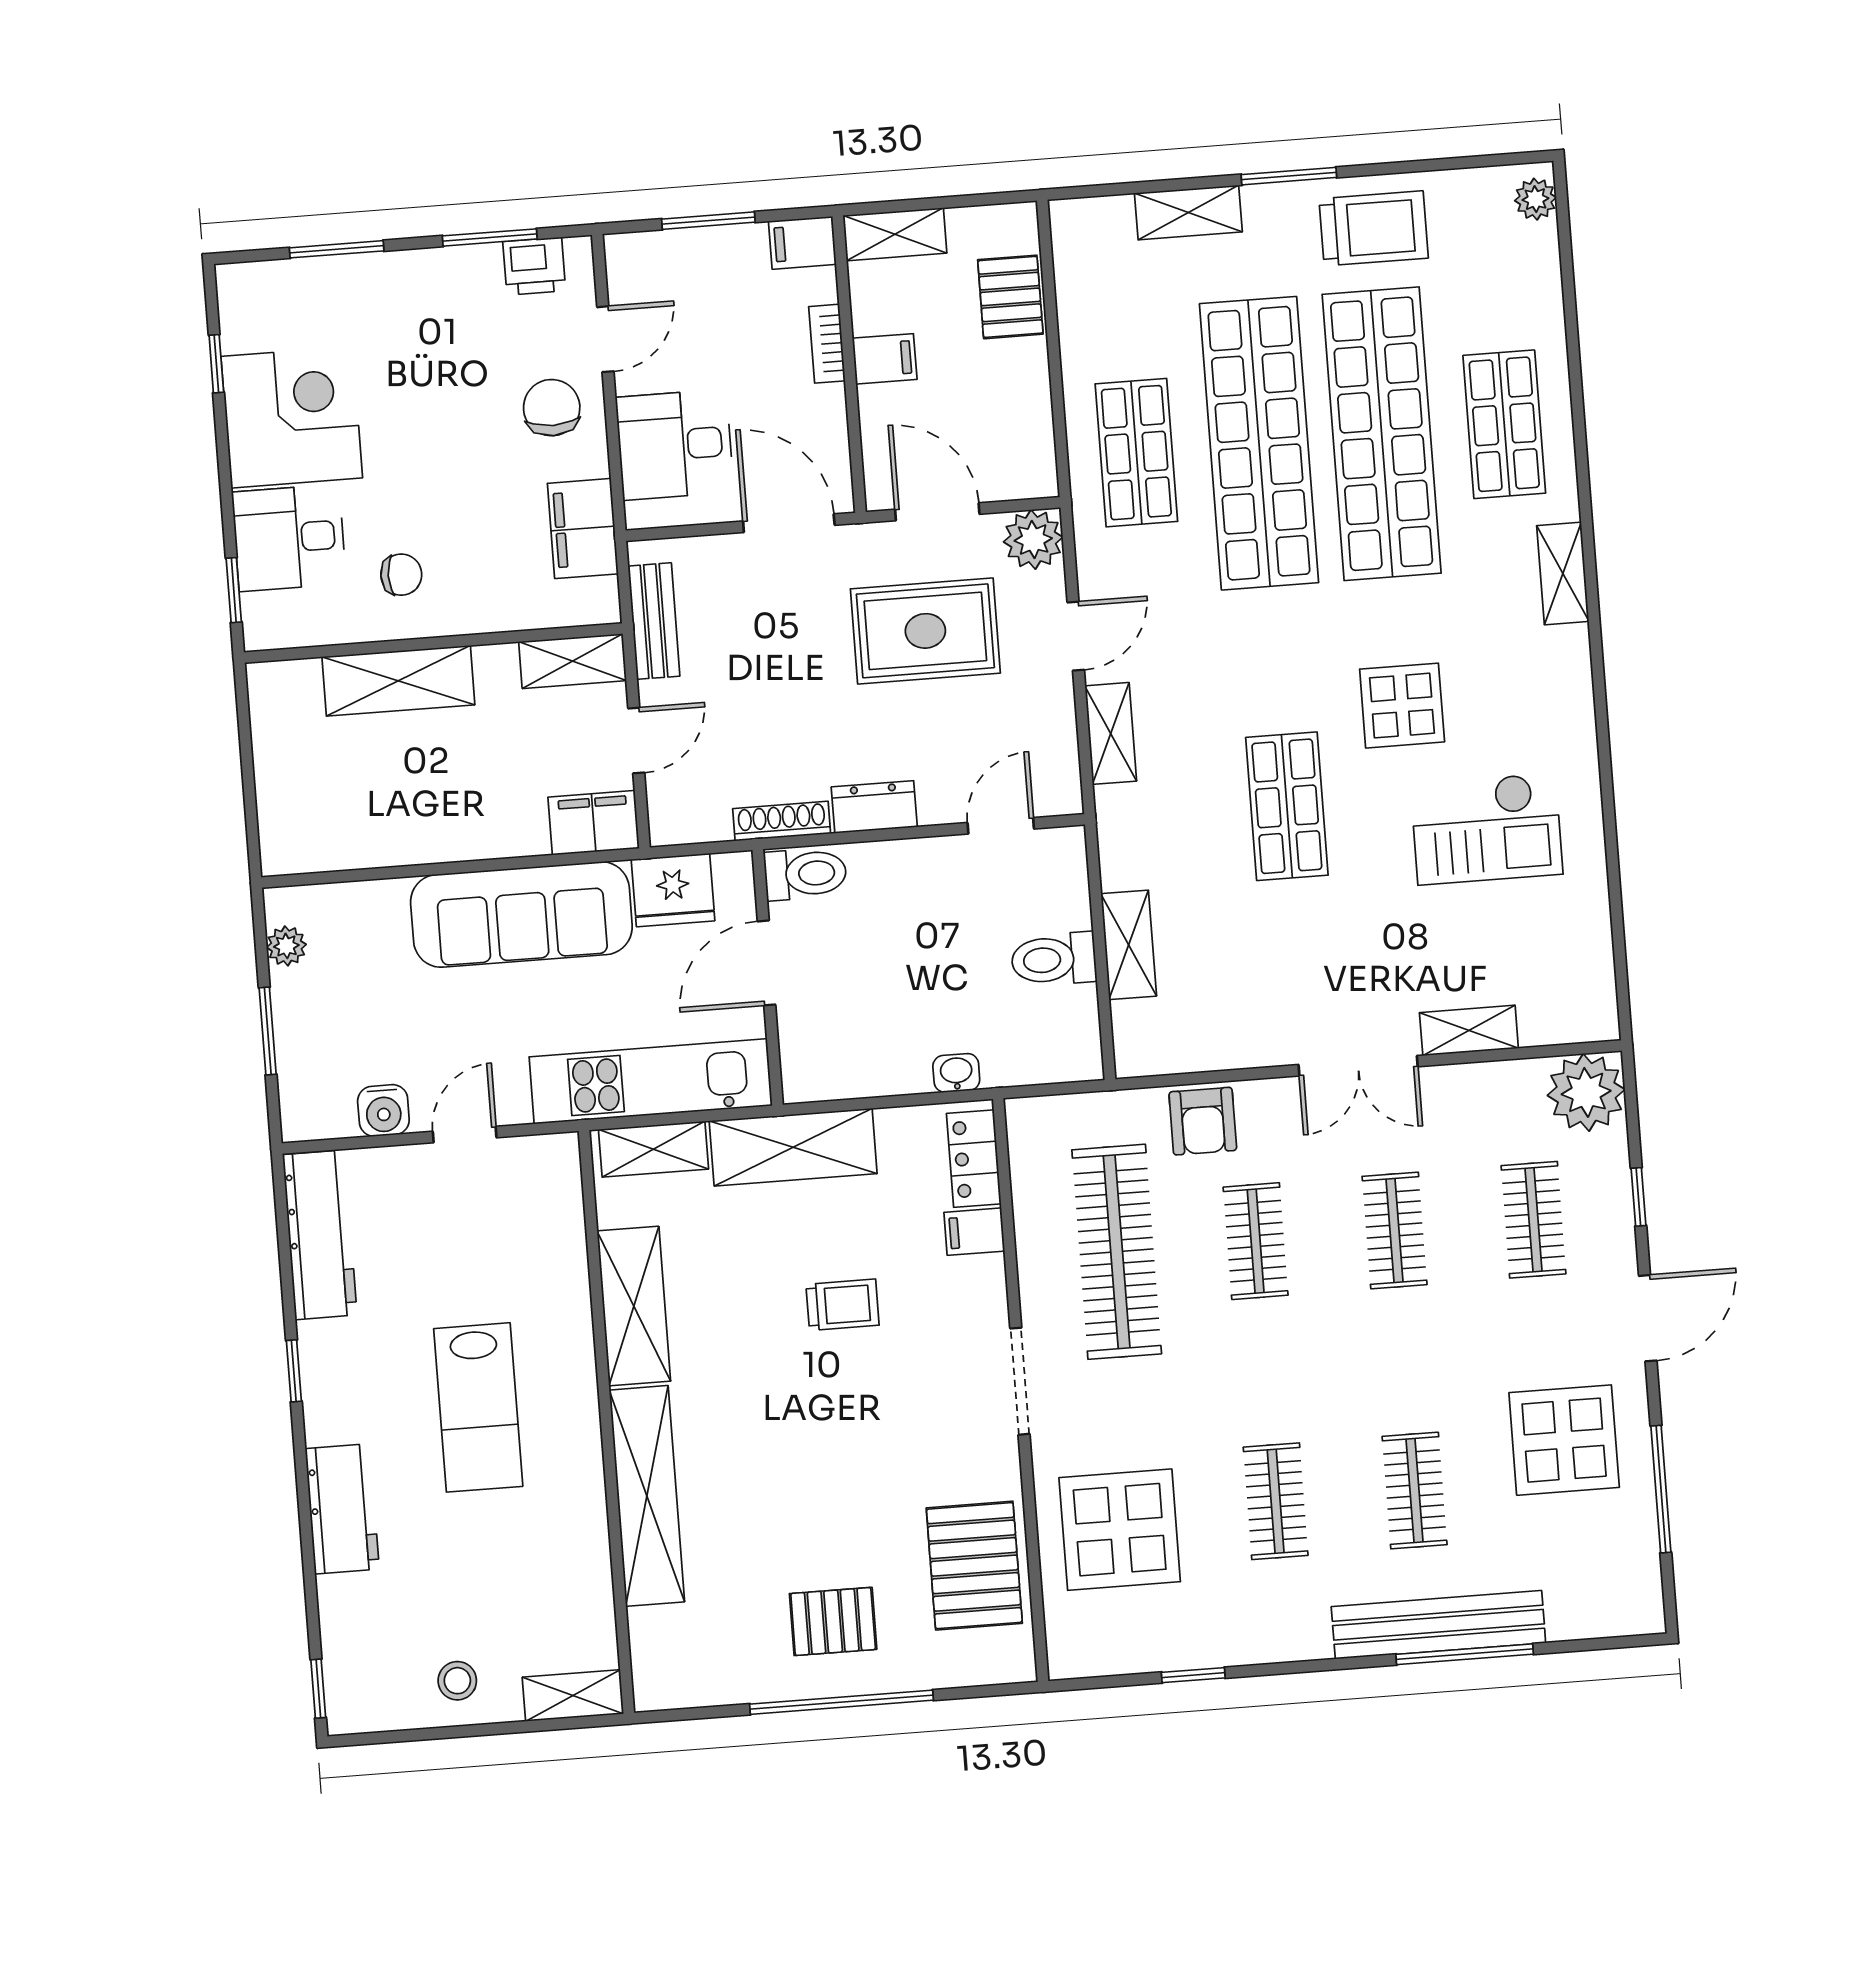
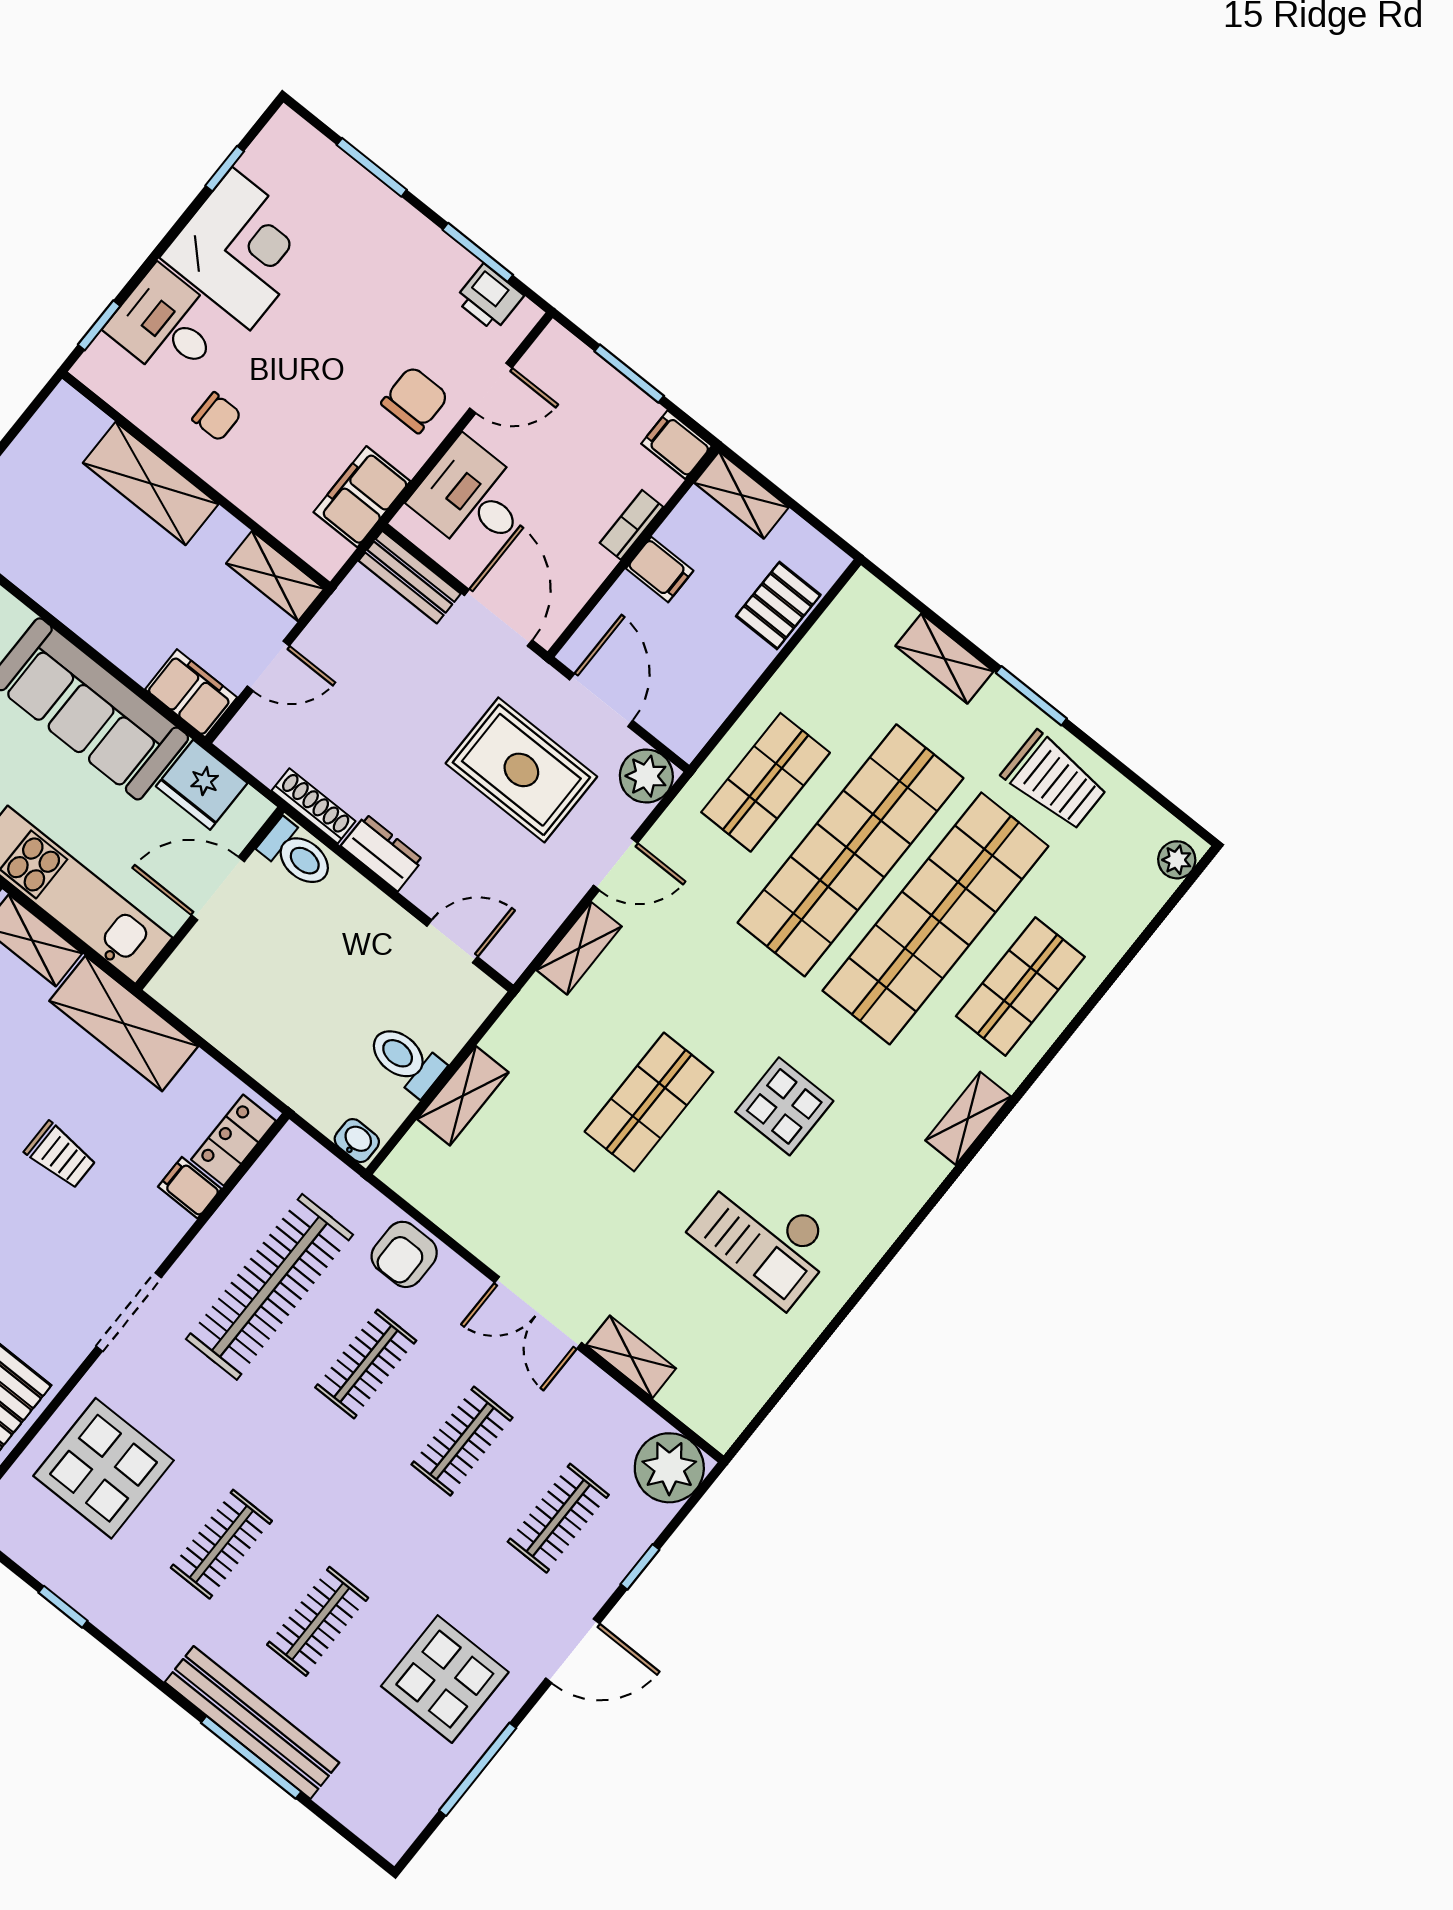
bench: (654, 621) -> (410, 577), moved, turned 90
washbasin: (956, 1073) -> (357, 1141), moved

